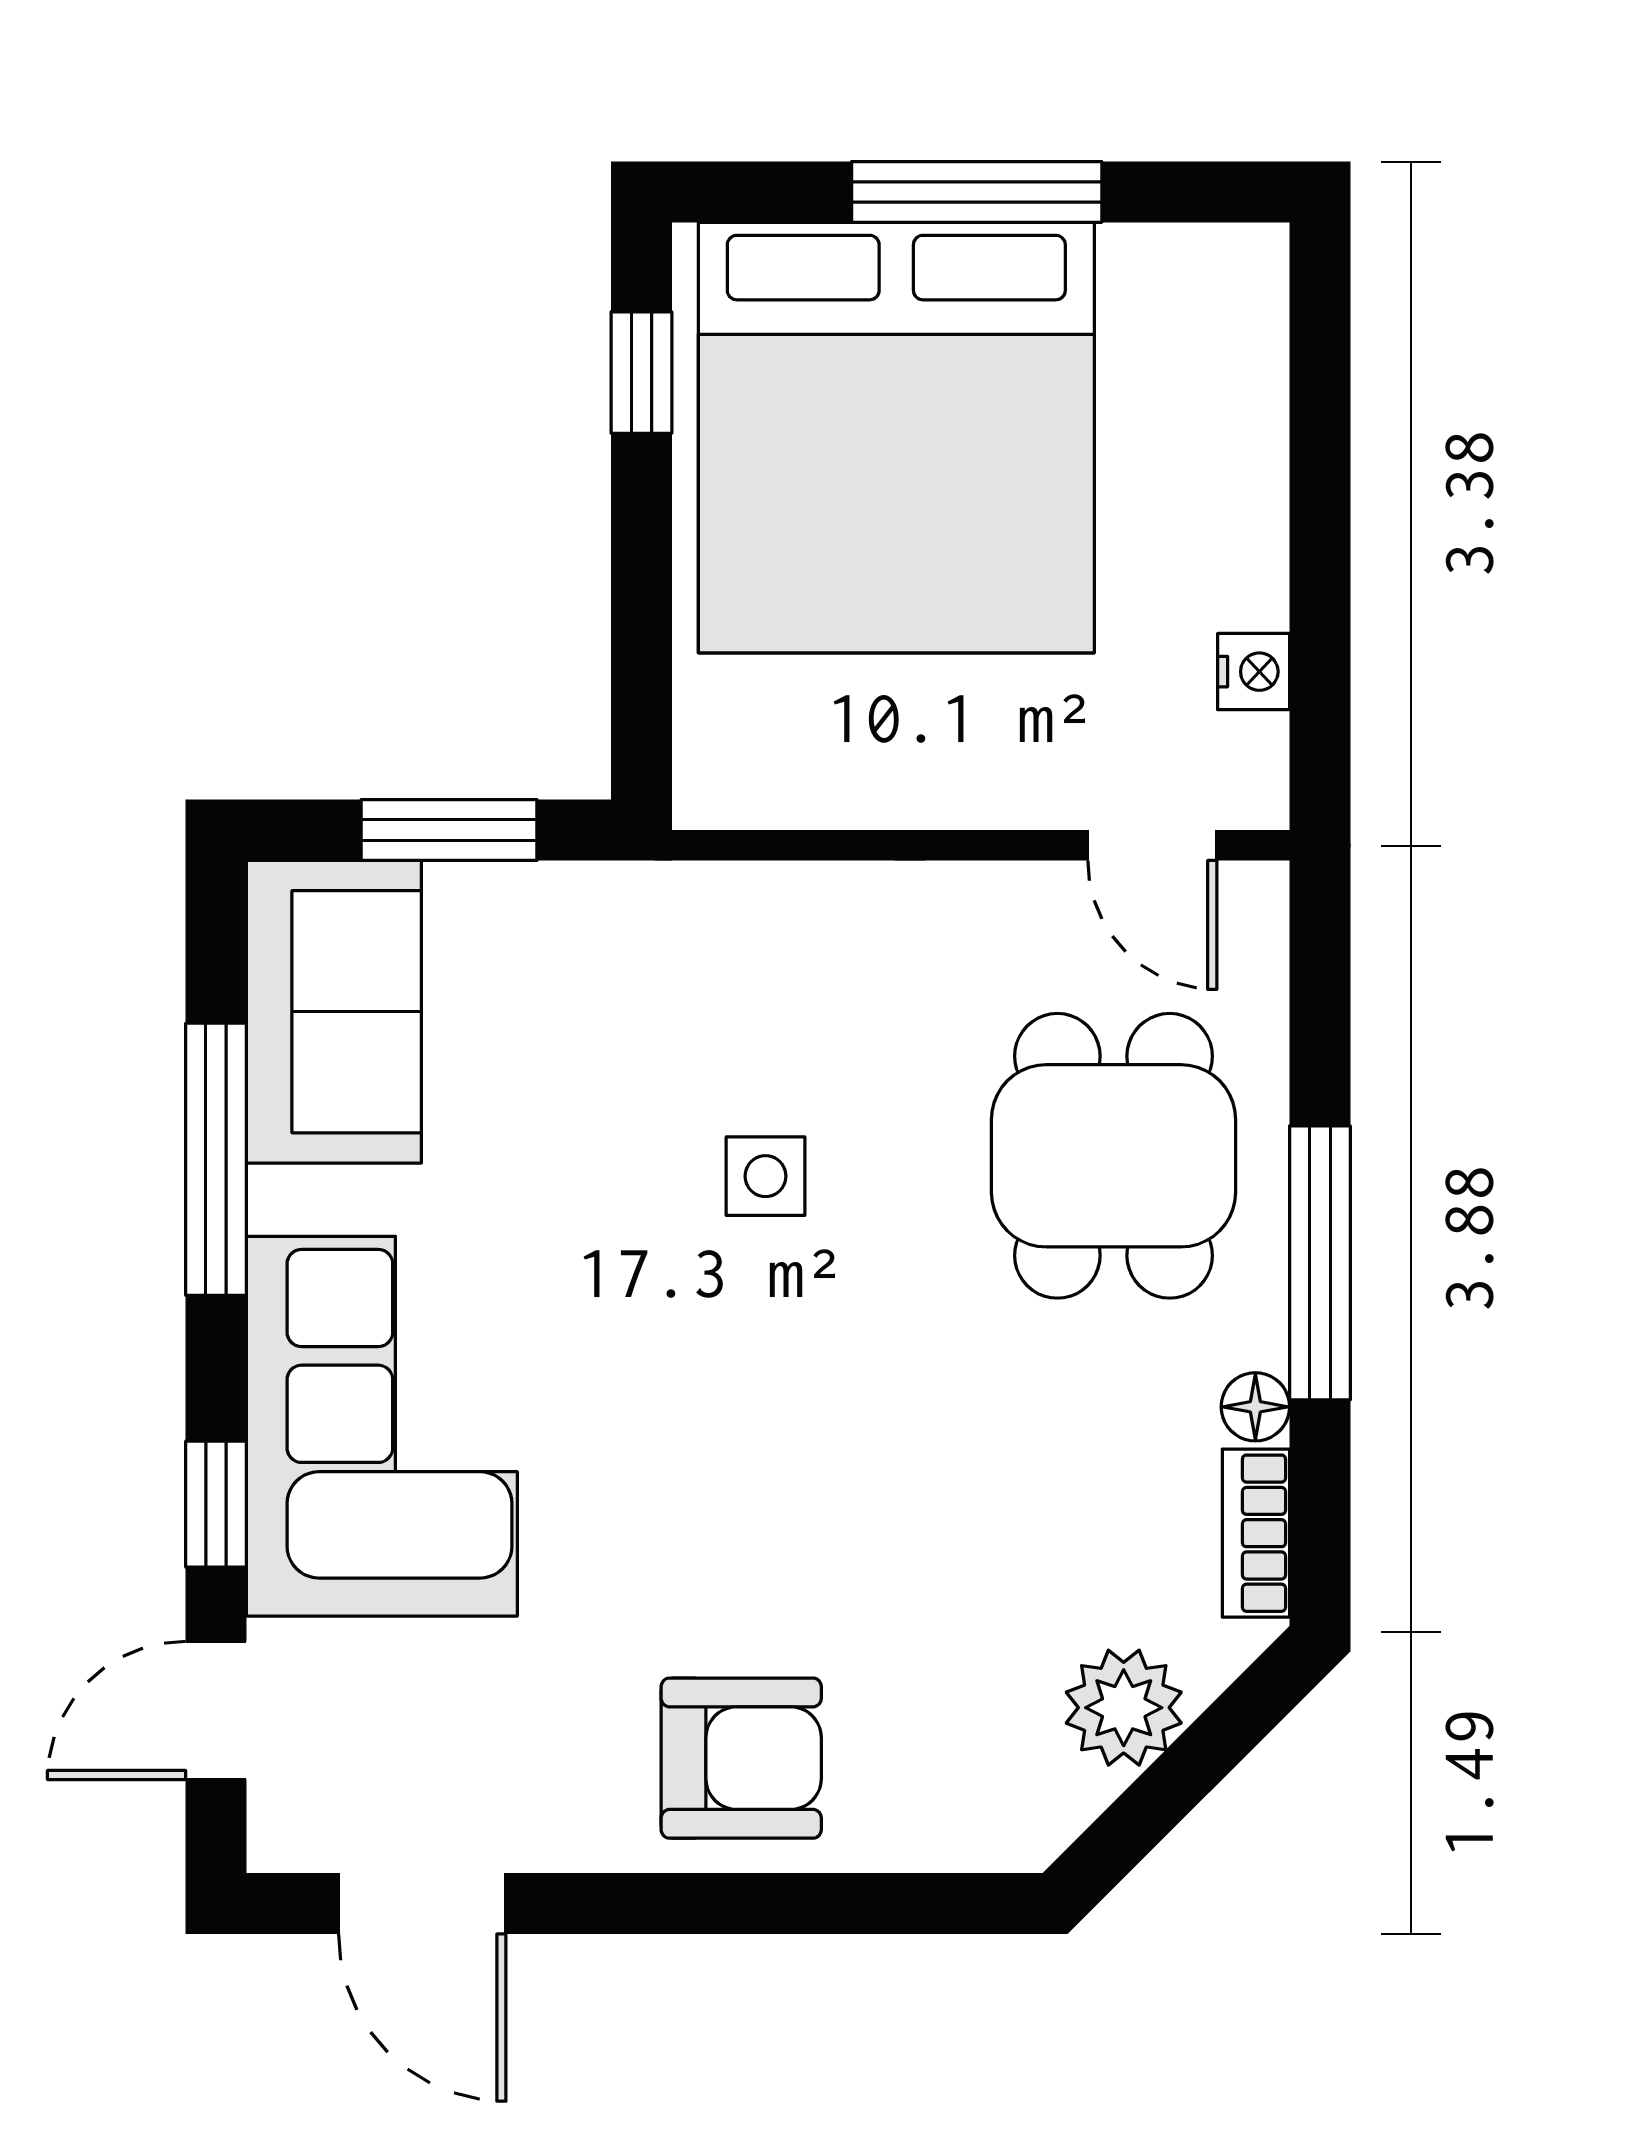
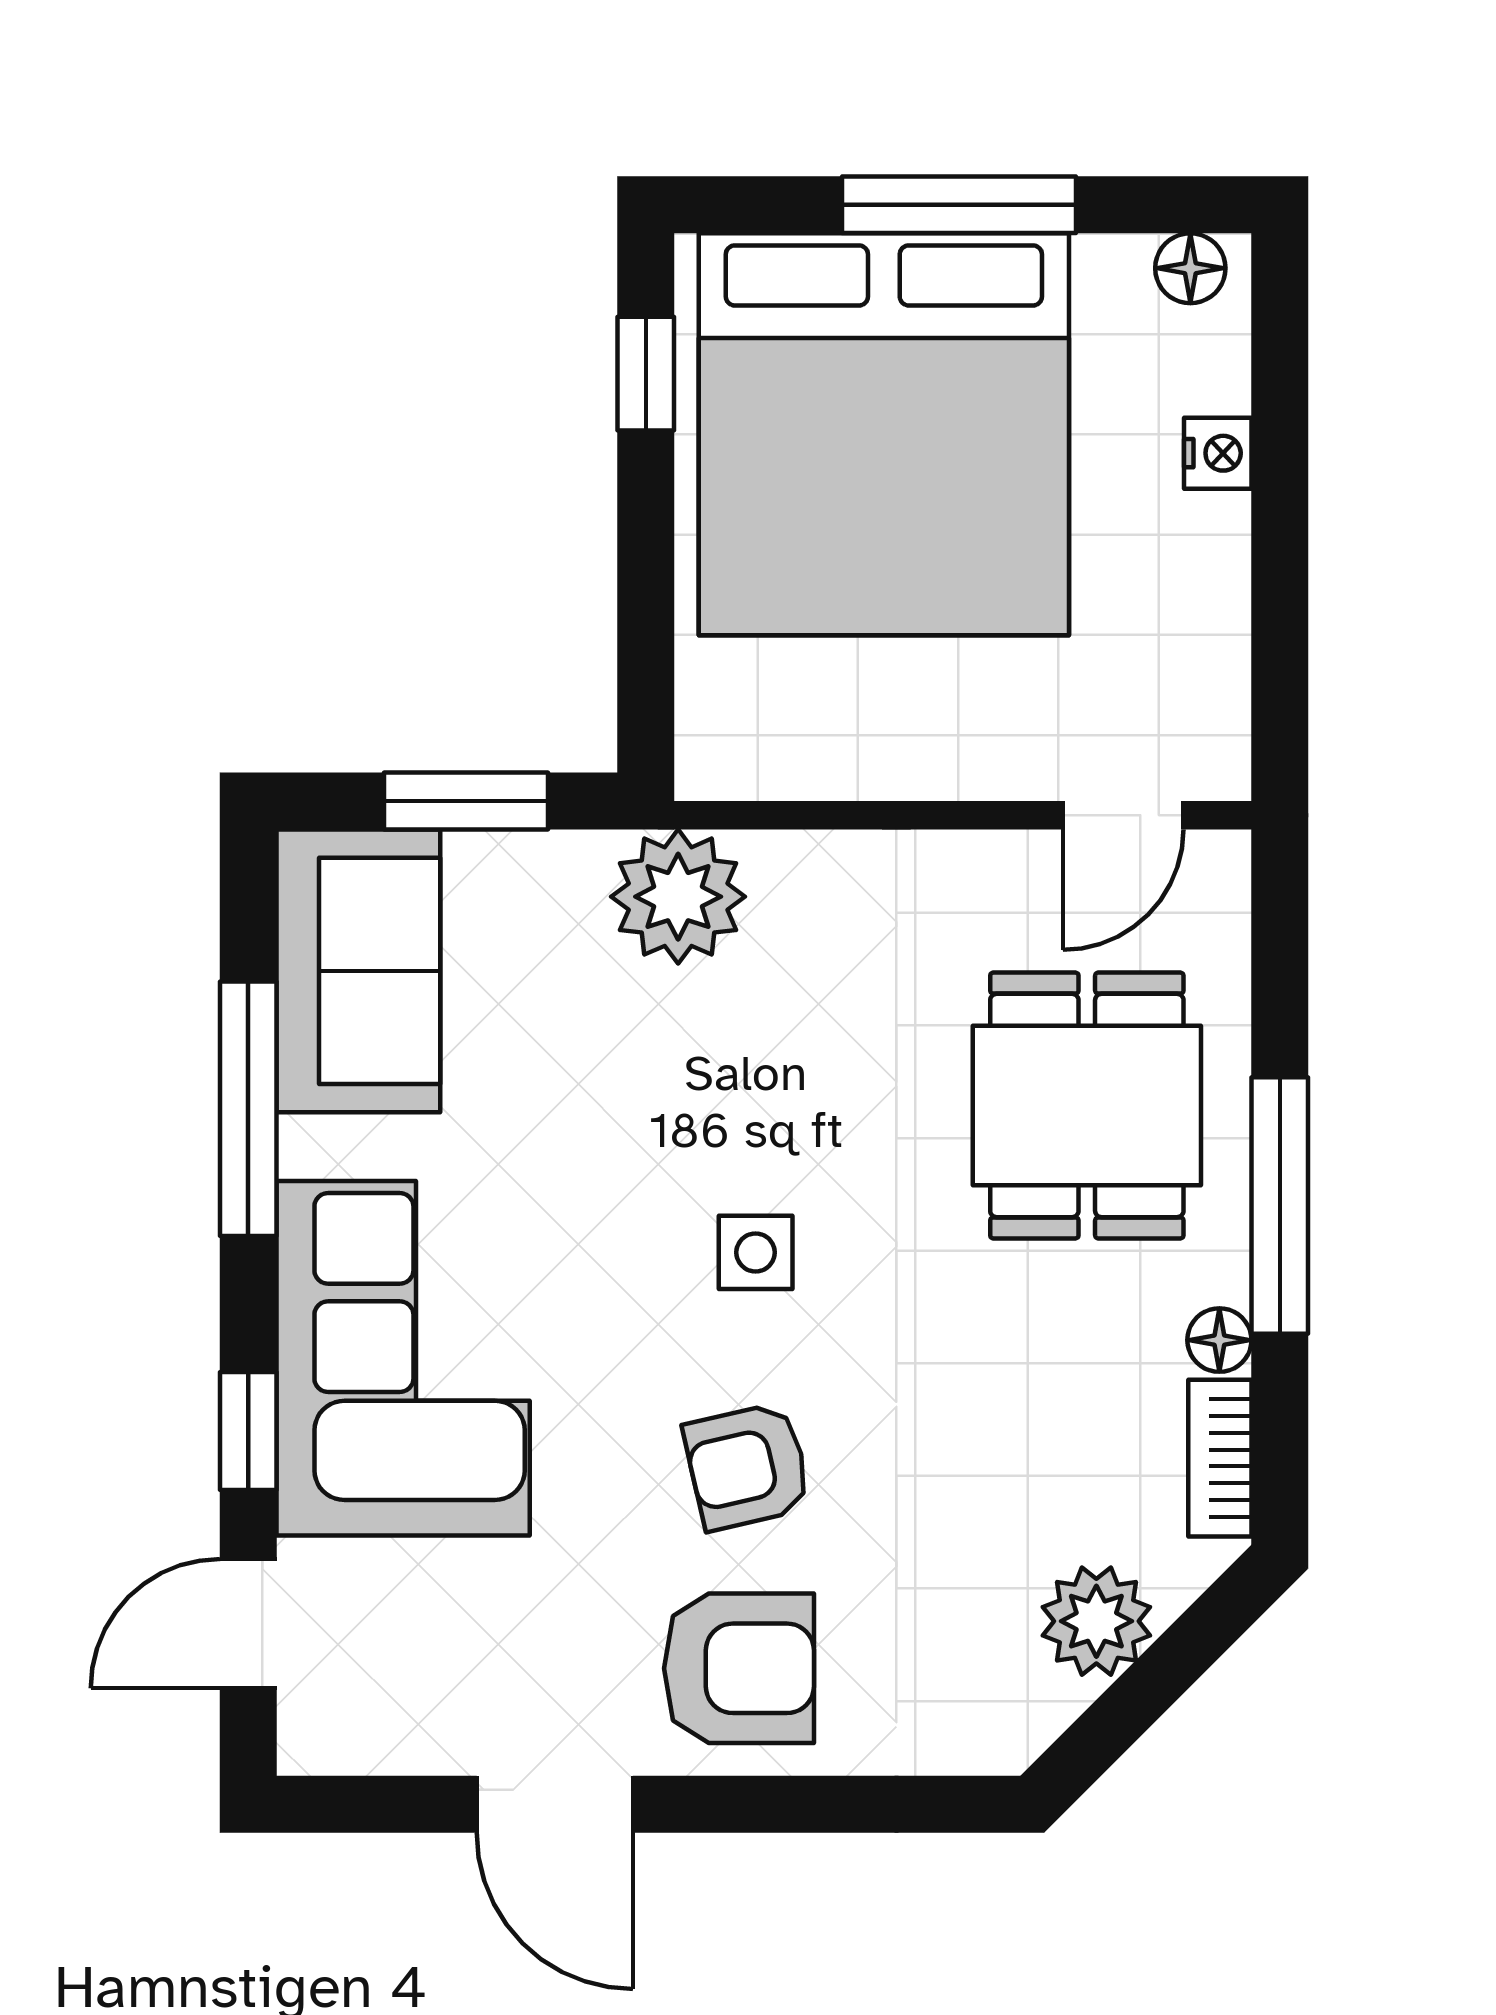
floor lamp: (1224, 260) -> (1190, 268), added
nightstand: (1254, 672) -> (1218, 453), moved
door: (1152, 845) -> (1123, 815), hinge flipped
plant: (676, 932) -> (678, 897), added
side table: (766, 1176) -> (756, 1252), moved
armchair: (750, 1542) -> (747, 1466), added
door: (422, 1904) -> (555, 1804), moved

